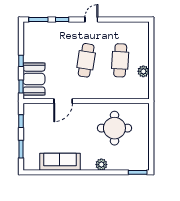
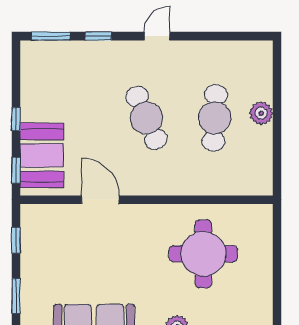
cafe table: (86, 60) -> (146, 118), turned -33
plant: (143, 71) -> (261, 113), moved
door: (63, 101) -> (100, 200), swing flipped

